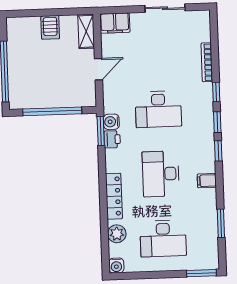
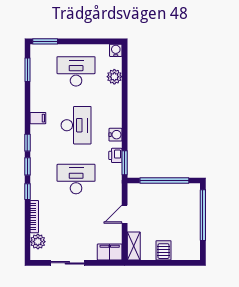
plant: (202, 32) -> (38, 242), added
water cooler: (111, 122) -> (116, 135), moved
locker: (114, 196) -> (116, 108), removed
window: (221, 223) -> (27, 70), moved

